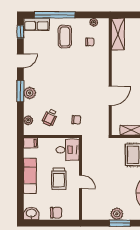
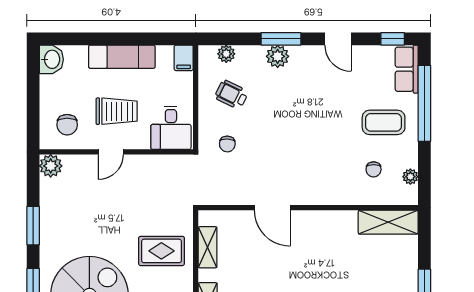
trolley: (59, 179) -> (117, 111), turned 180
chair: (56, 213) -> (67, 125), moved
plant: (117, 214) -> (51, 166), moved

